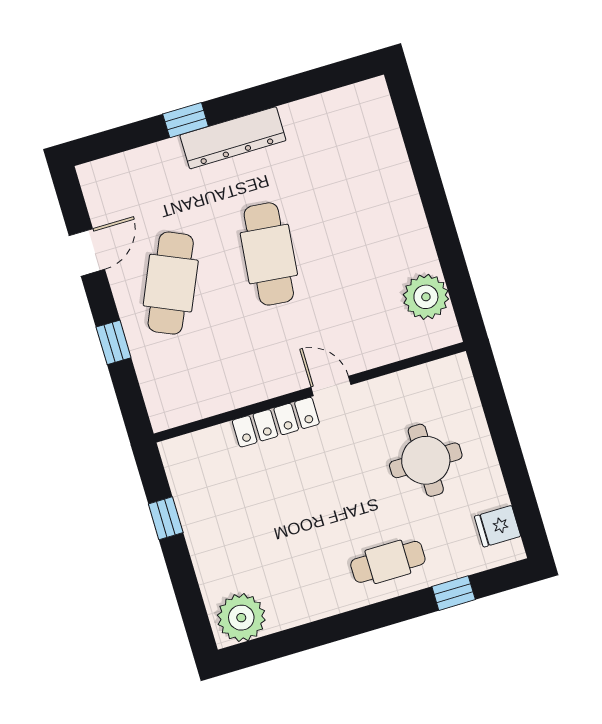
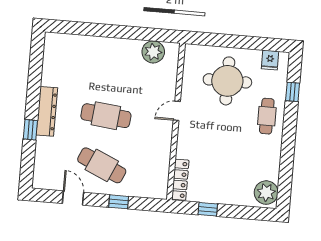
locker: (276, 422) -> (180, 180), moved
round table: (426, 460) -> (227, 81), width x1.36, depth x1.36

